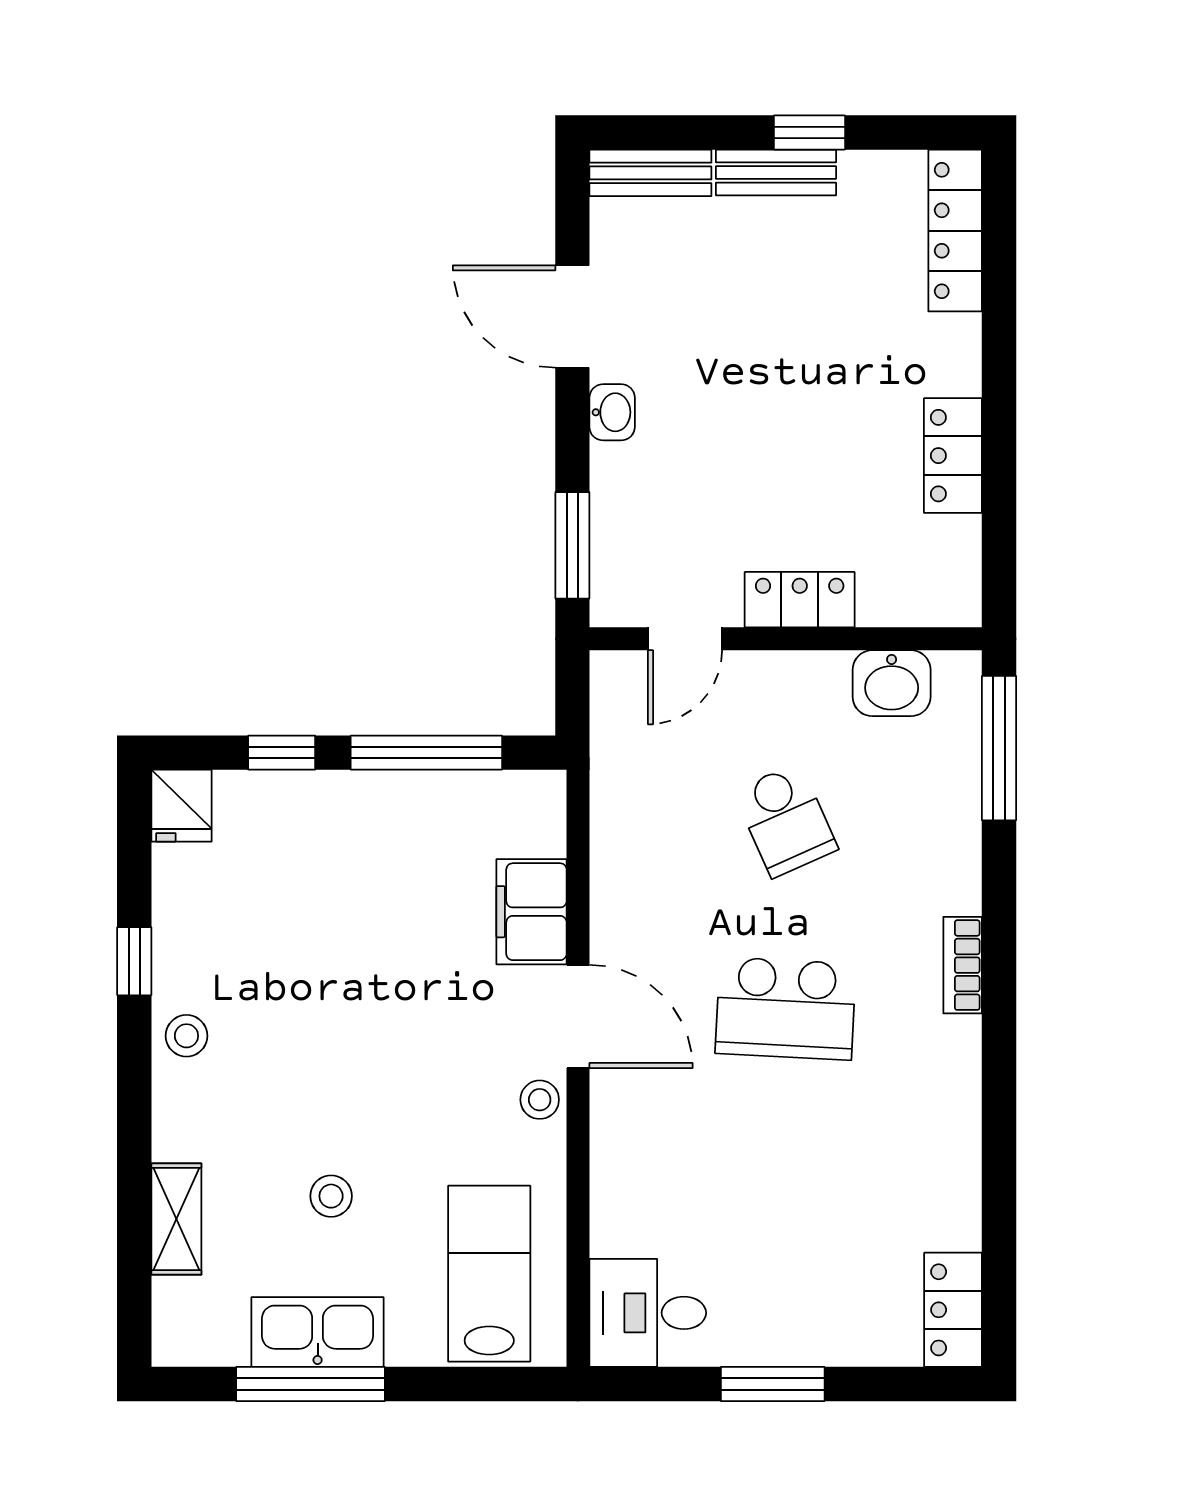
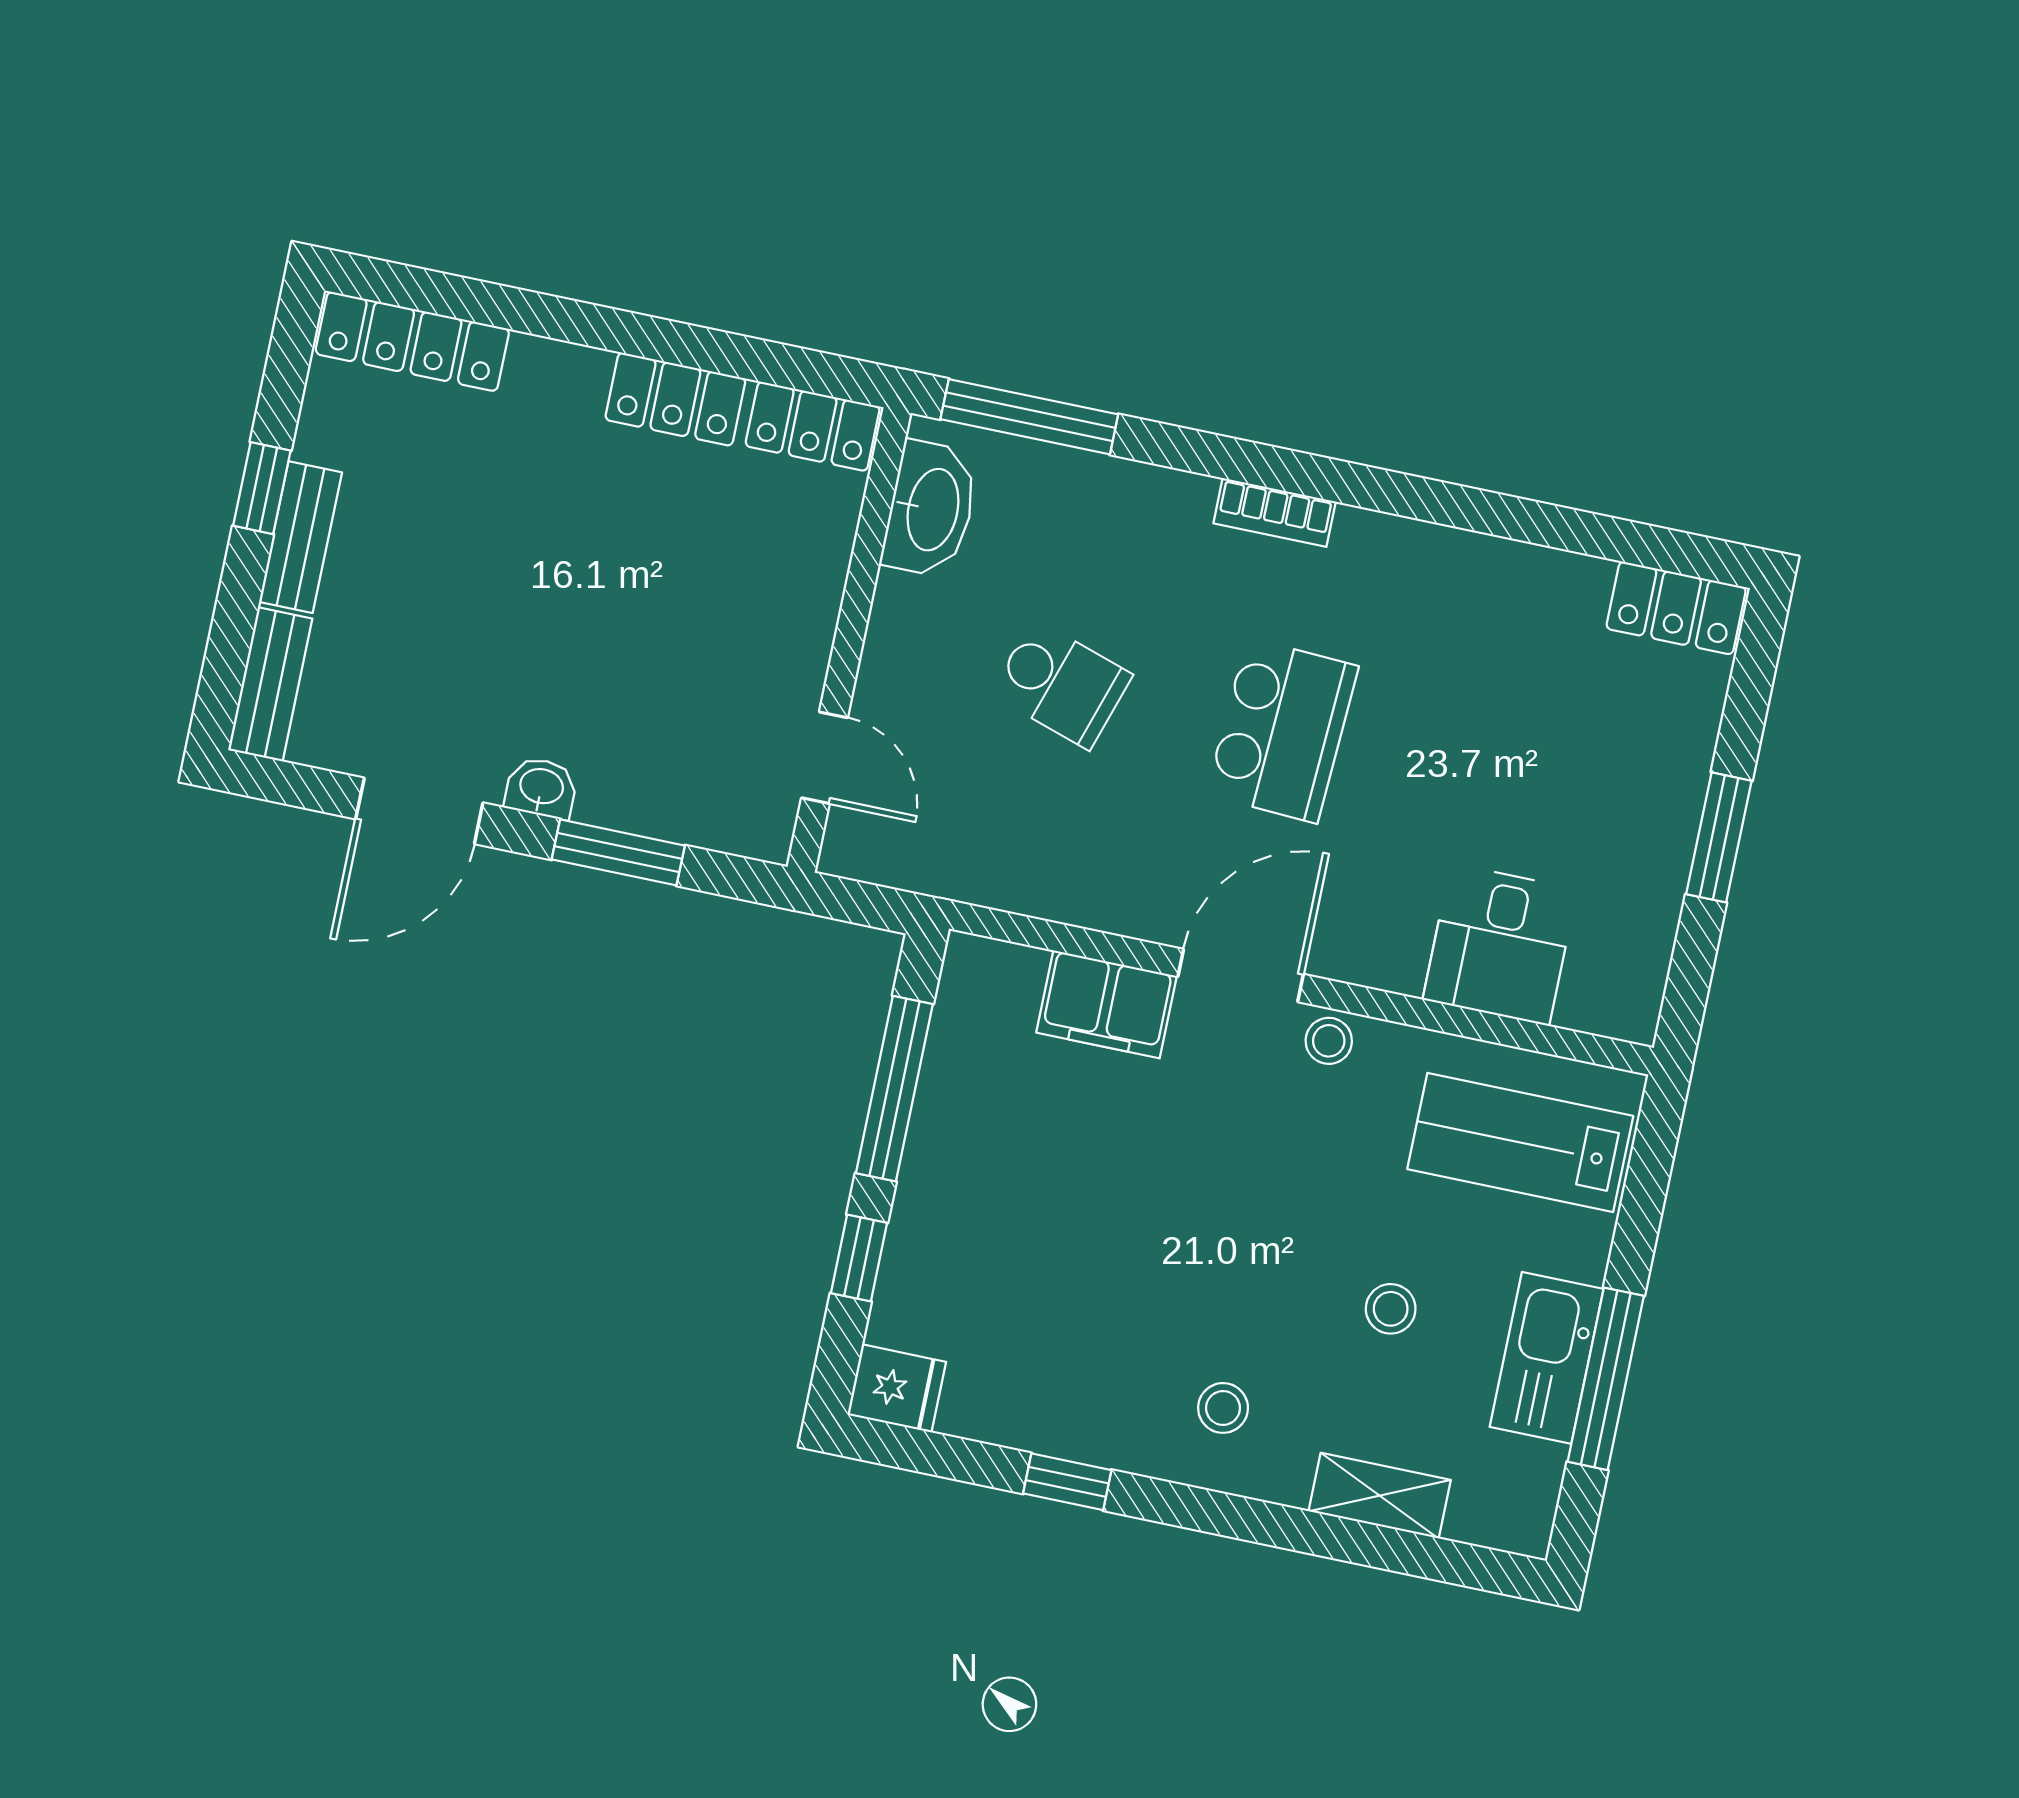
window: (572, 545) -> (618, 852), moved
locker: (800, 600) -> (813, 426), moved, turned -90
washbasin: (892, 683) -> (931, 509), width x1.38
school desk: (786, 820) -> (1061, 684), turned 42
stool: (186, 1036) -> (1223, 1408), moved
desk: (648, 1313) -> (1500, 945), moved

